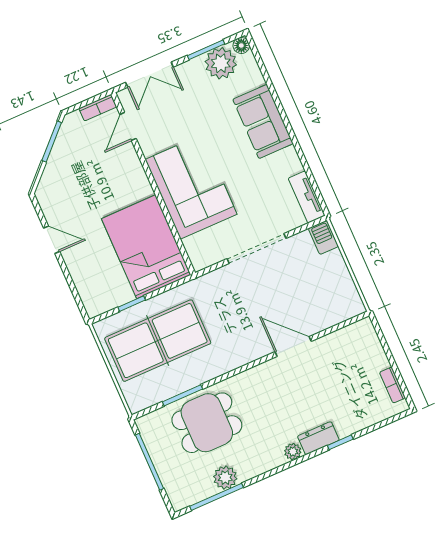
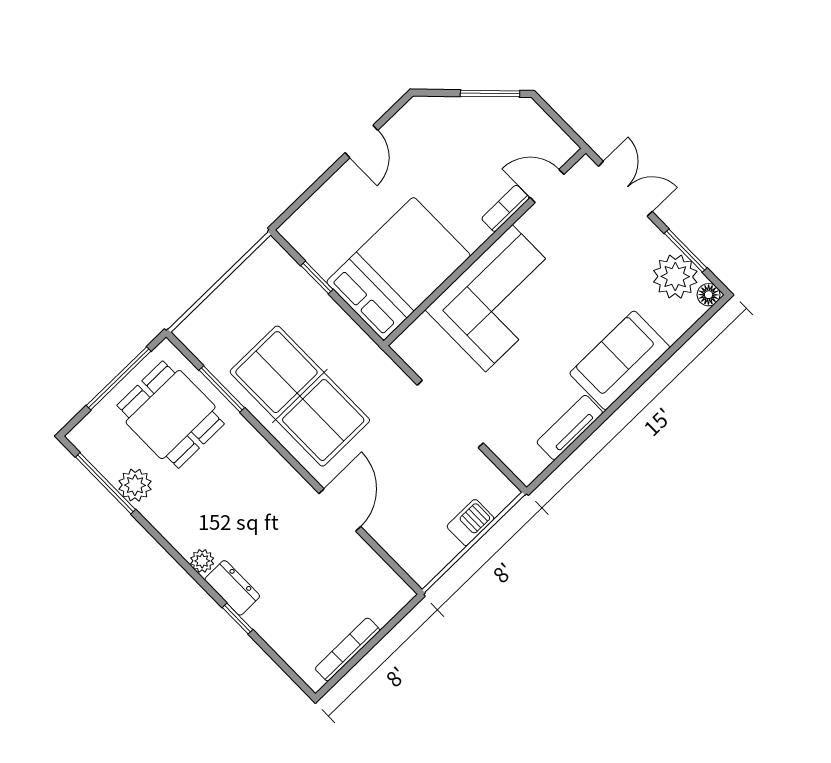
double door: (149, 75) -> (625, 189), swing flipped
bookcase: (98, 108) -> (505, 208), moved, turned 90
tv unit: (307, 197) -> (570, 427), moved
barbecue: (323, 237) -> (471, 523), moved
table tennis table: (158, 341) -> (300, 396), moved
bookcase: (392, 385) -> (348, 649), width x1.56
dining table: (207, 423) -> (171, 415), moved

